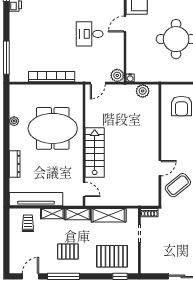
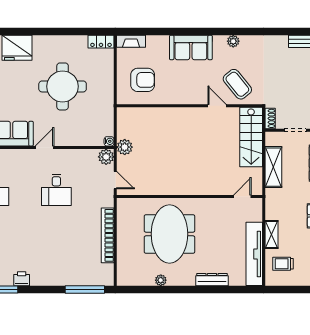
door: (125, 24) -> (45, 148), swing flipped
plant: (143, 91) -> (125, 147), moved
stairs: (95, 153) -> (251, 137), moved, turned -90
shelving: (78, 214) -> (272, 204), removed

